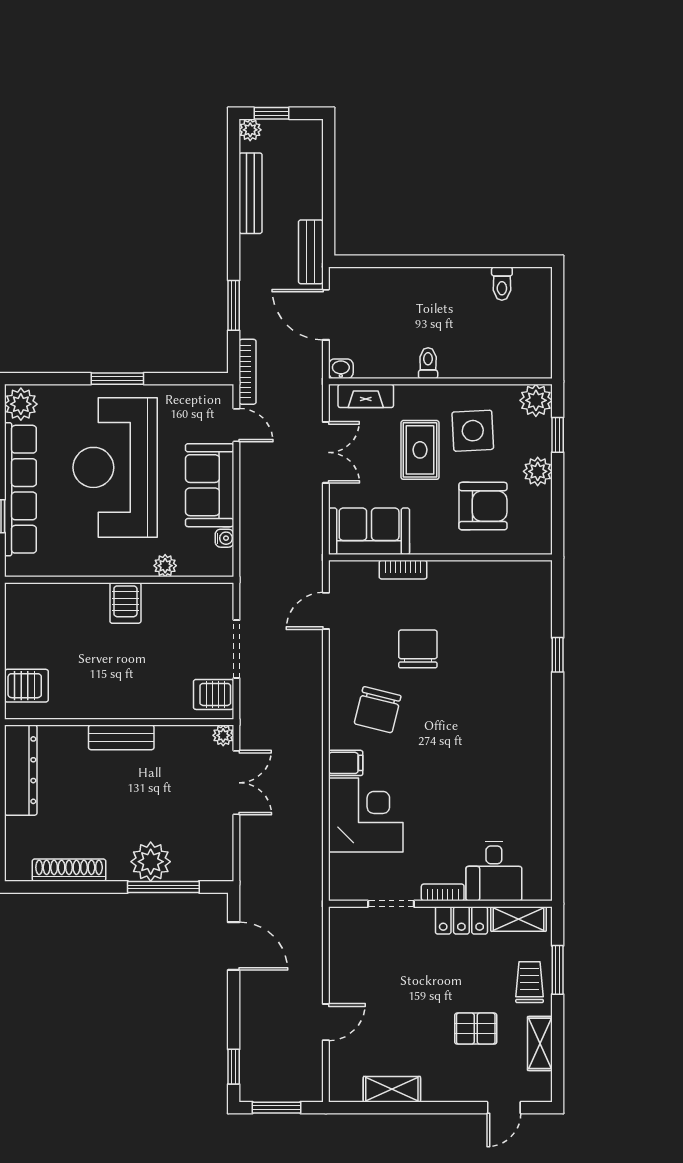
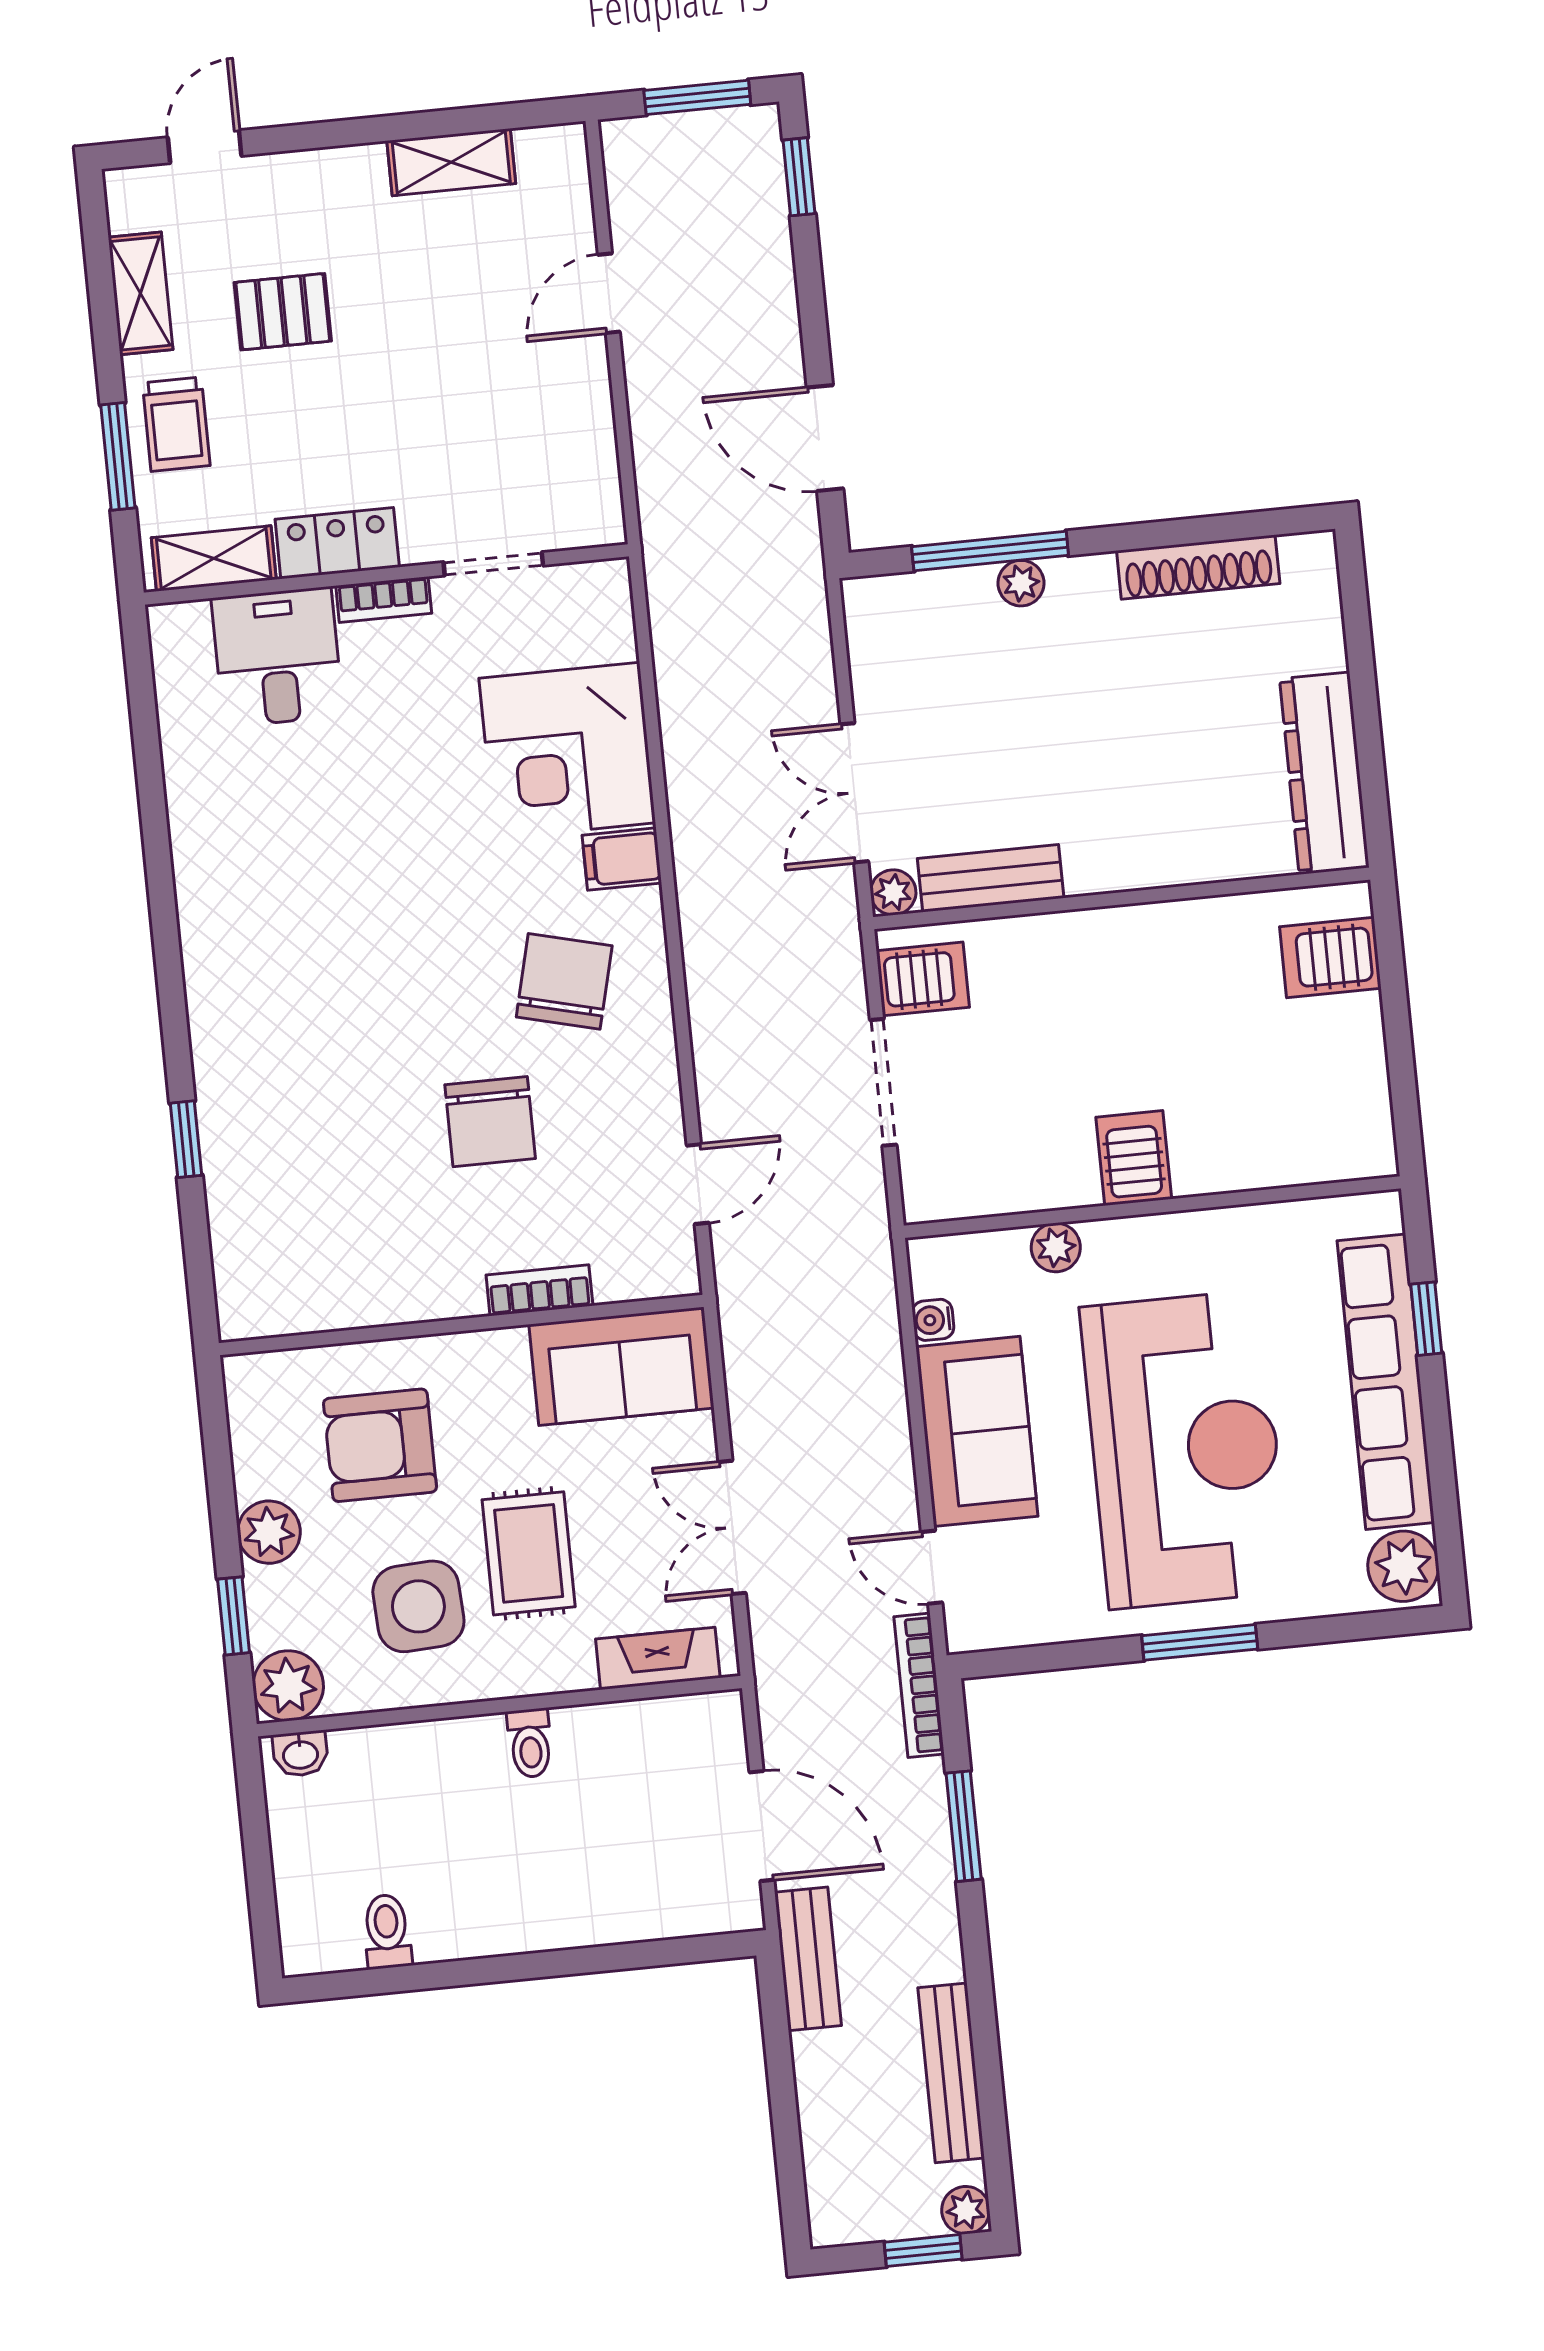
washbasin: (341, 369) -> (300, 1754), moved
bench: (121, 737) -> (991, 878), moved
plant: (151, 862) -> (1021, 583), width x0.53, depth x0.53

